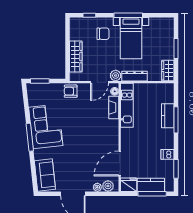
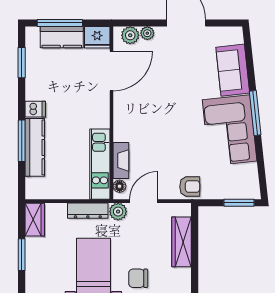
kitchen counter: (168, 116) -> (35, 147), width x1.50
dishwasher: (167, 154) -> (35, 109), moved
sofa: (45, 175) -> (233, 70), moved

